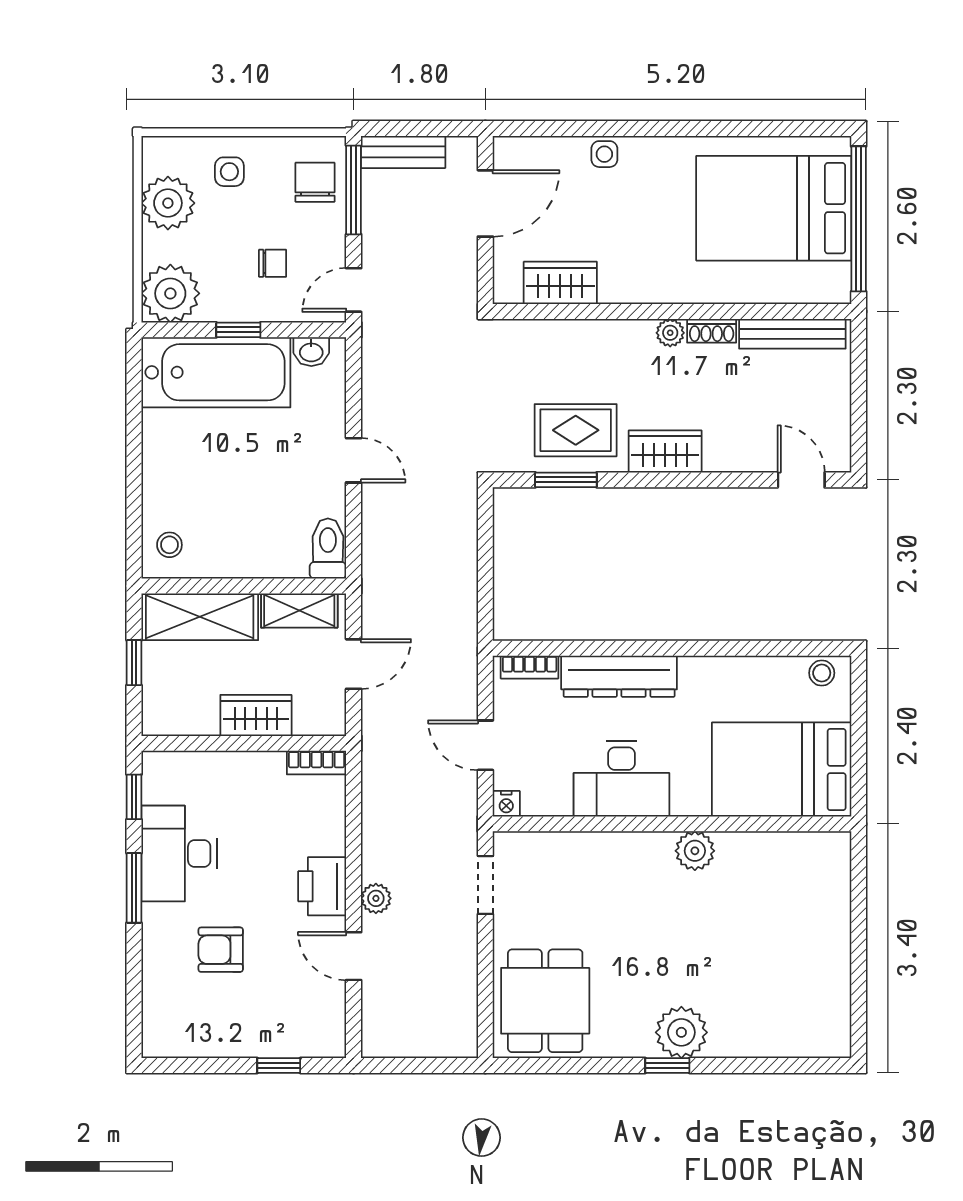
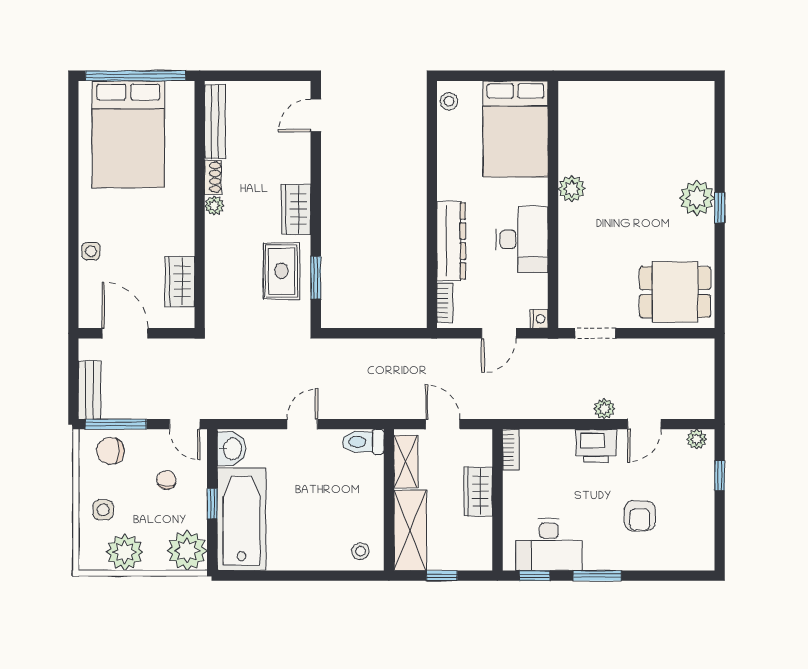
washbasin: (311, 352) -> (232, 449), width x1.38, depth x1.45
desk: (179, 854) -> (549, 545), moved
plant: (332, 1032) -> (697, 439), added

